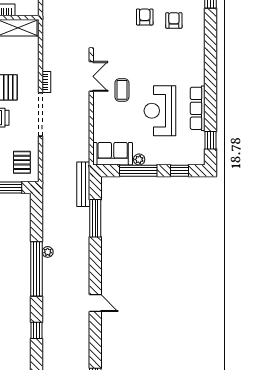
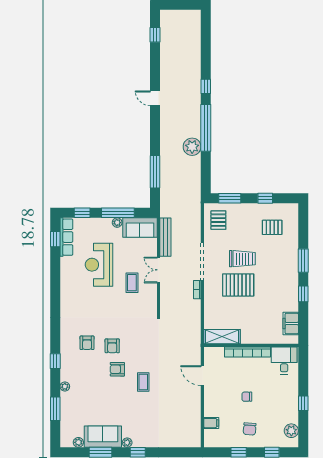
double door: (91, 76) -> (159, 270), moved
row of seats: (198, 108) -> (66, 237), moved
reception desk: (160, 111) -> (99, 265), turned 180
bench: (83, 184) -> (165, 237), moved
plant: (48, 252) -> (192, 147), width x1.87, depth x1.87
window: (37, 330) -> (206, 86), moved

